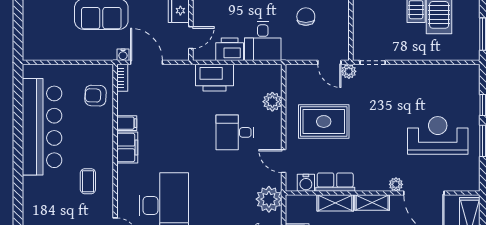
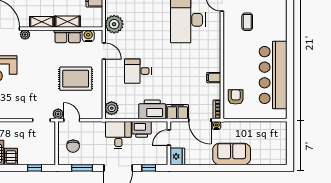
chair: (306, 17) -> (73, 146), moved
armchair: (95, 96) -> (236, 97), turned -92
plant: (272, 102) -> (112, 108), moved
desk: (235, 132) -> (138, 71), turned 180
filing cabinet: (127, 147) -> (177, 112), moved, turned 90
coffee table: (88, 181) -> (247, 22), moved

